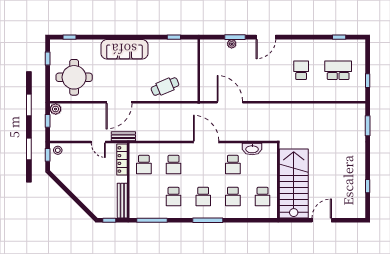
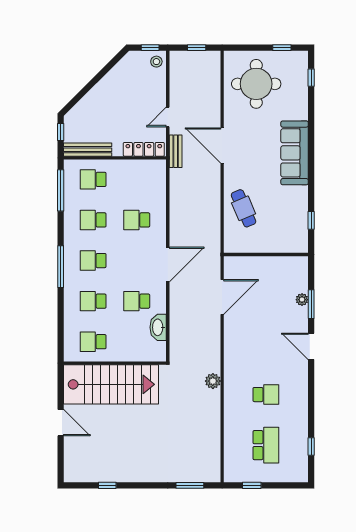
plant: (56, 109) -> (213, 381), moved
school desk: (144, 165) -> (93, 179), moved

